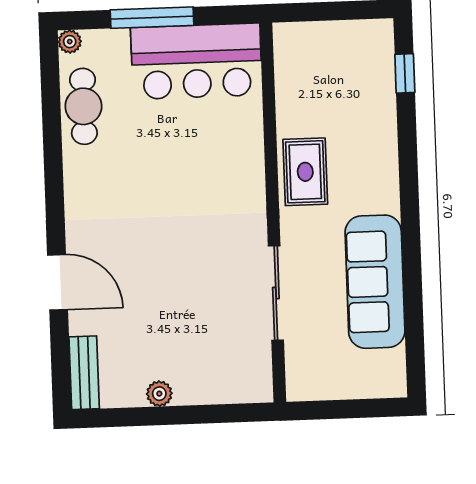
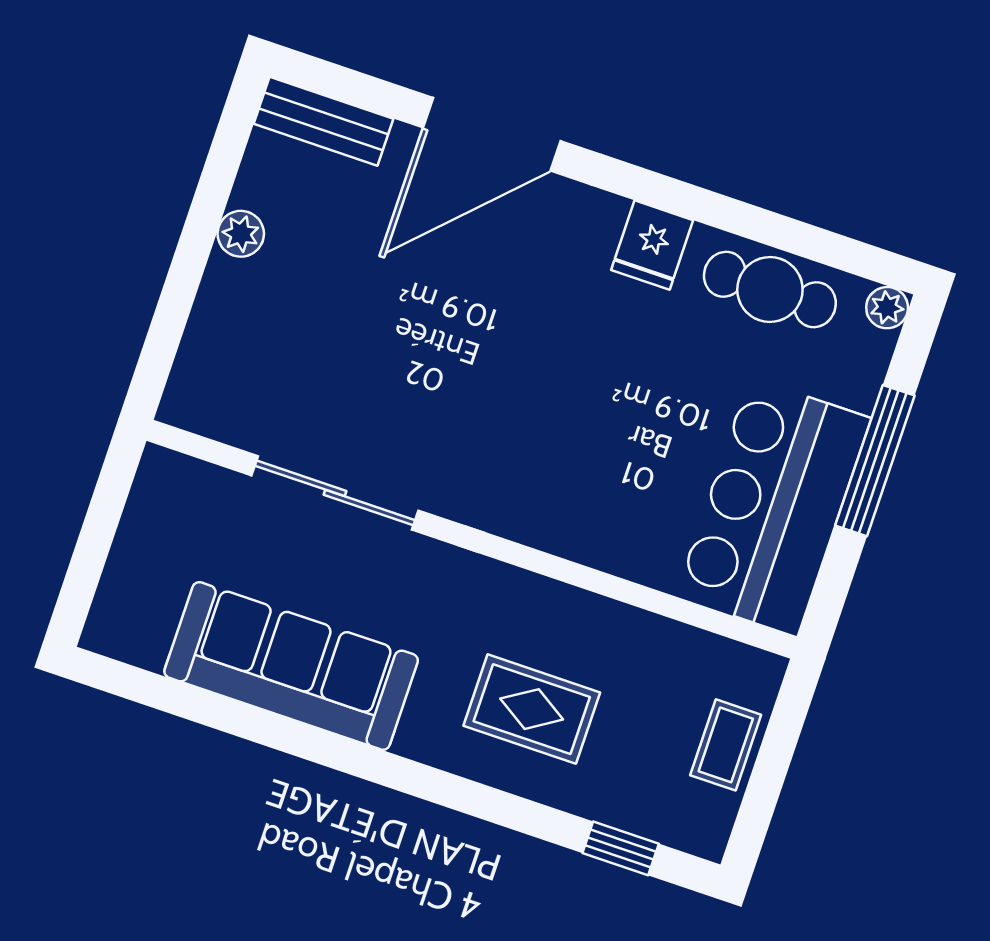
coffee table: (330, 39) -> (726, 745), added
rug: (305, 172) -> (532, 709), moved
fridge: (84, 177) -> (652, 245), added
door: (58, 282) -> (492, 134), width x1.36

